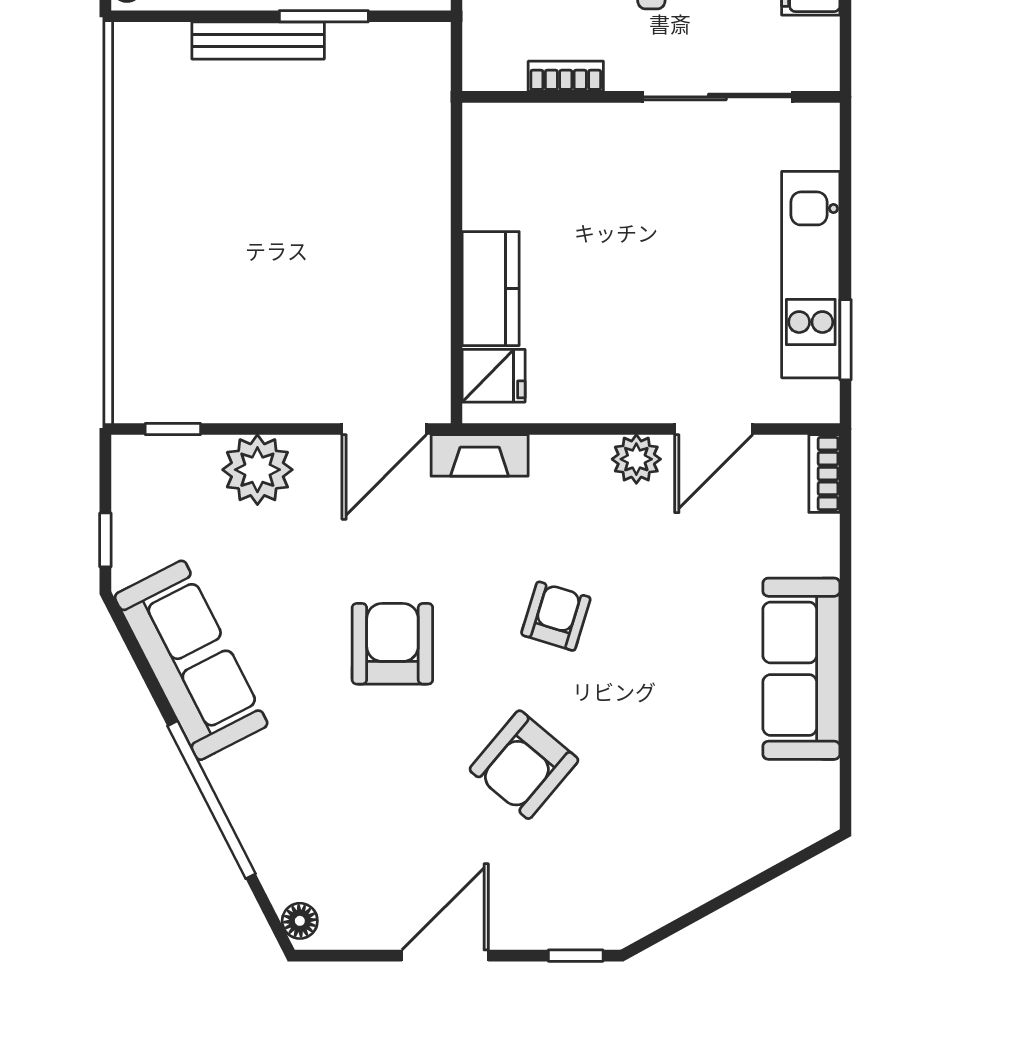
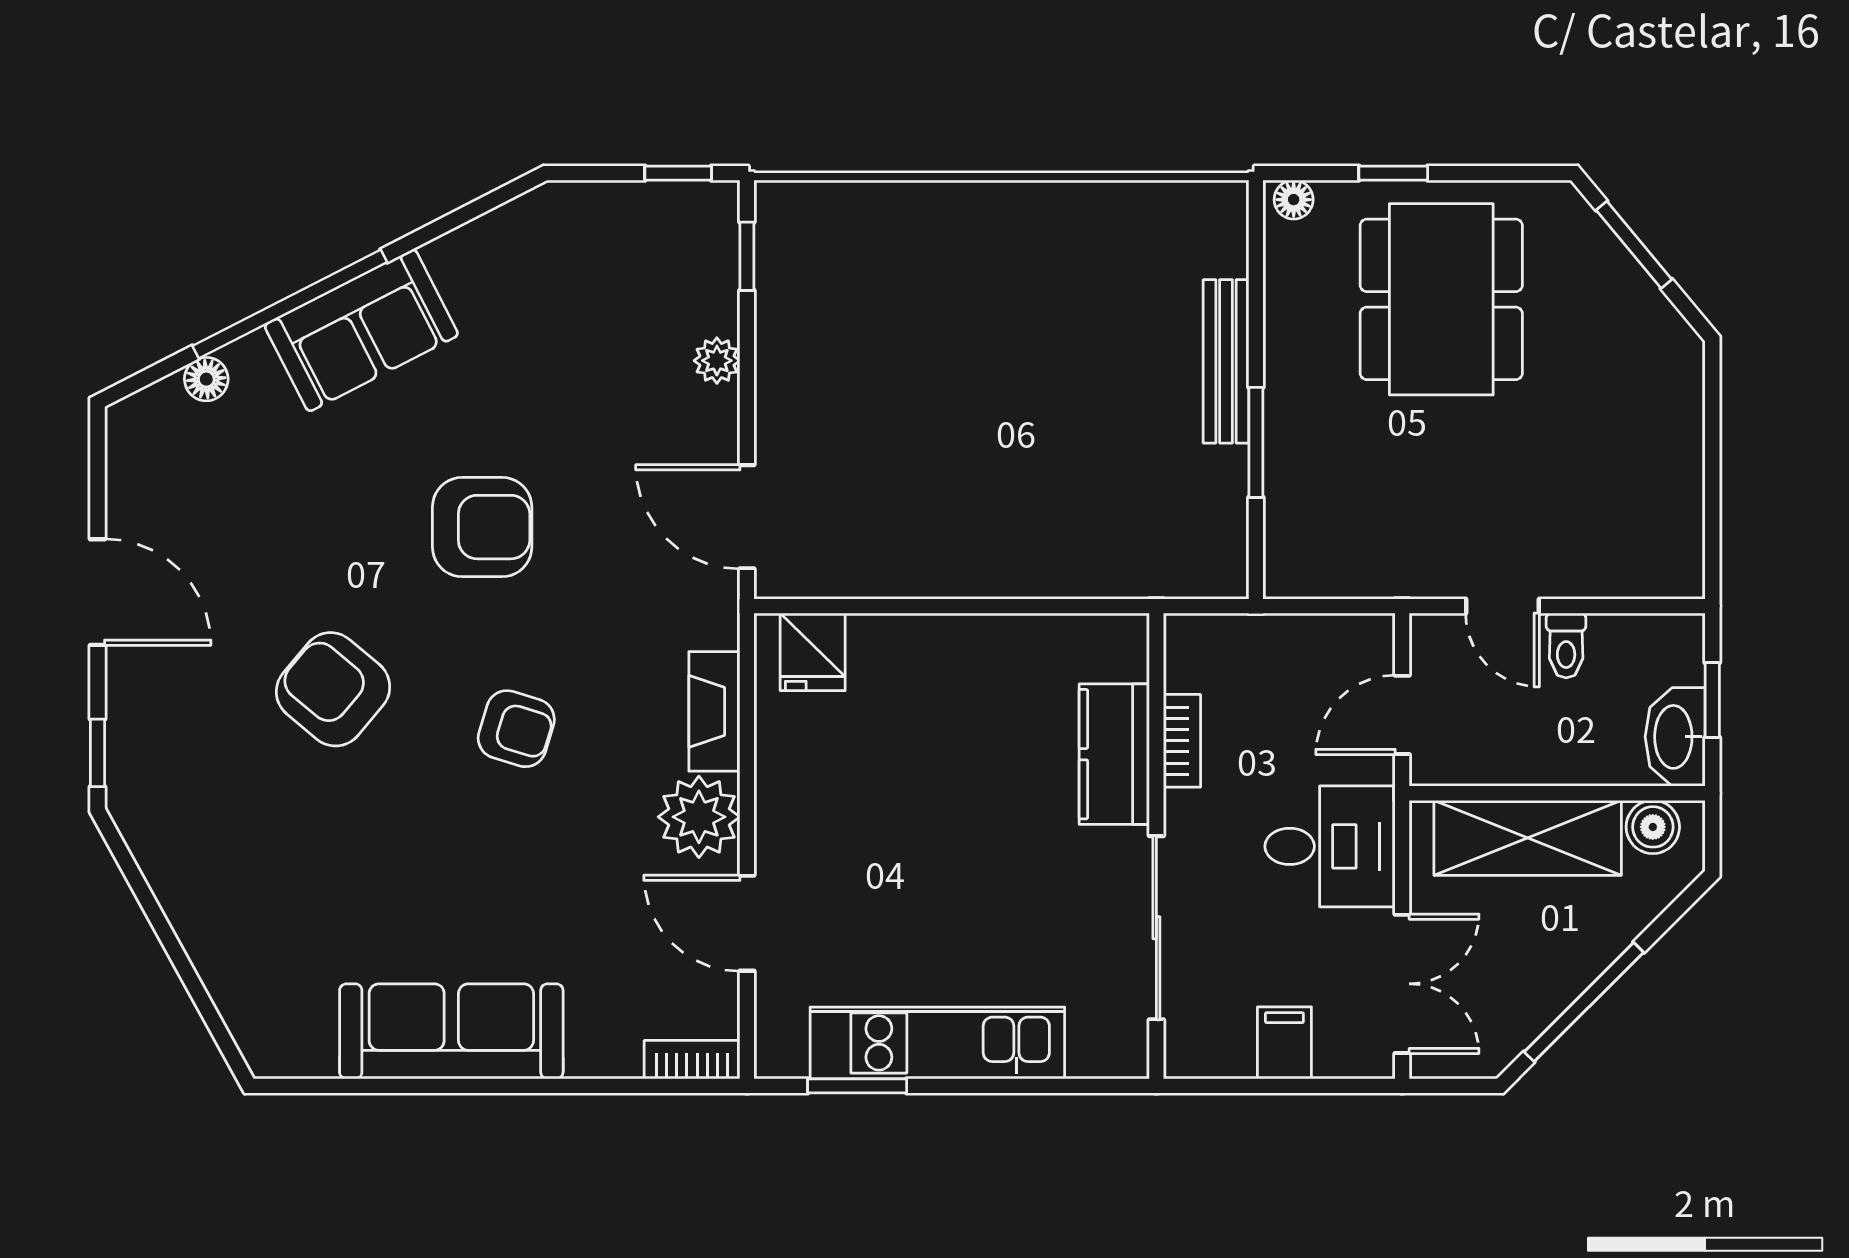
kitchen counter: (491, 289) -> (1114, 754), moved, turned 90
fireplace: (480, 455) -> (714, 711), moved
plant: (636, 459) -> (699, 817), width x1.36, depth x1.36
plant: (257, 470) -> (717, 361), width x0.53, depth x0.53
window: (105, 540) -> (678, 173), moved
sofa: (191, 660) -> (361, 330), moved, width x0.73
floor lamp: (300, 921) -> (206, 379), moved

